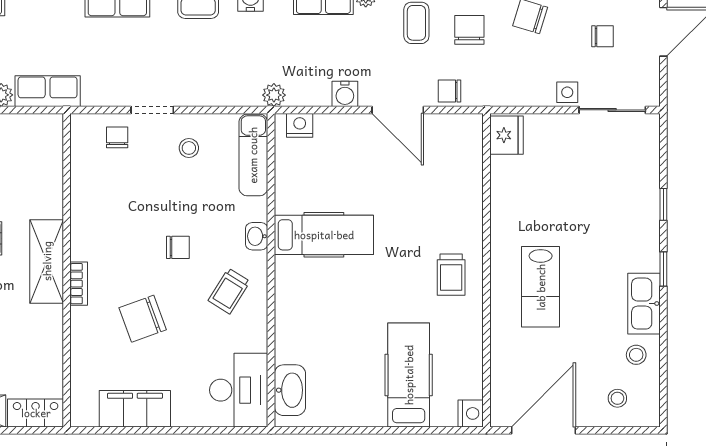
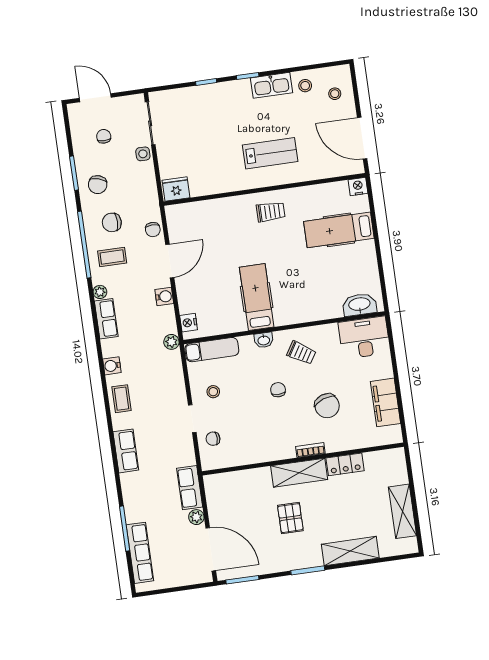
locker: (36, 413) -> (345, 464), moved, turned -90

